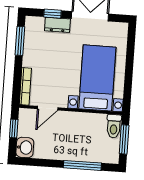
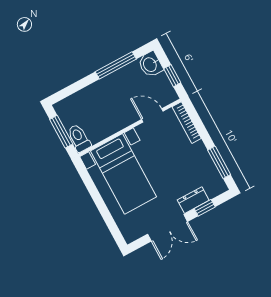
door: (48, 108) -> (152, 115), hinge flipped
window: (82, 165) -> (116, 65), moved

